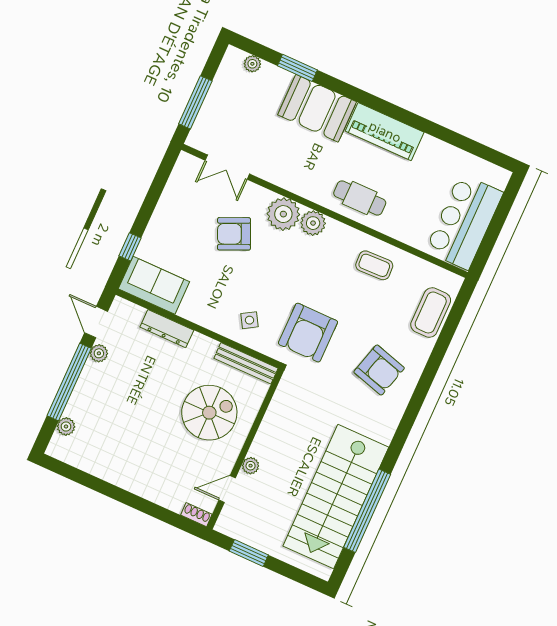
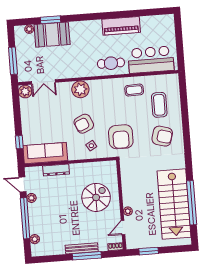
booth: (317, 108) -> (52, 35), moved
piano: (385, 132) -> (121, 26), moved
bar counter: (464, 222) -> (151, 60), moved, turned 90
plant: (313, 223) -> (25, 92), moved
armchair: (234, 234) -> (84, 124), moved
sofa: (154, 285) -> (45, 153), width x1.36
coffee table: (431, 313) -> (159, 105), moved
bench: (246, 363) -> (82, 248), moved
window: (139, 504) -> (87, 256), added

